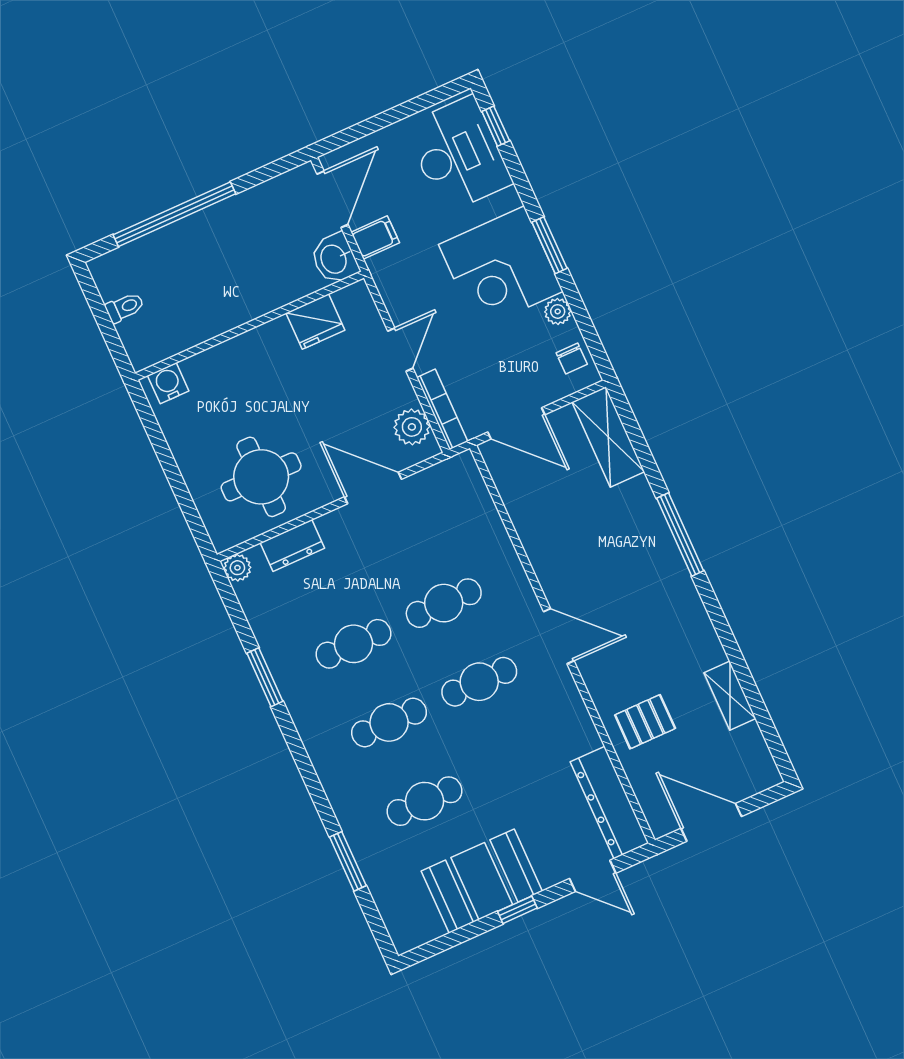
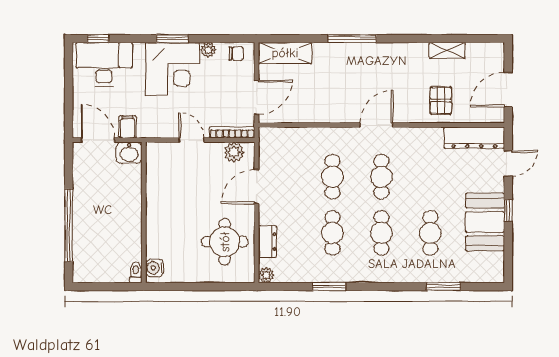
toilet: (125, 307) -> (136, 273), moved
fridge: (315, 322) -> (157, 177), removed

